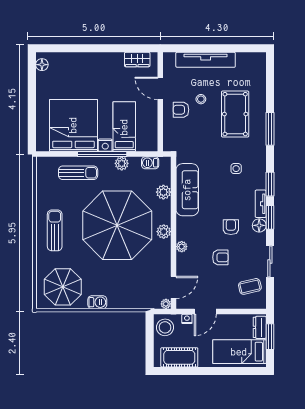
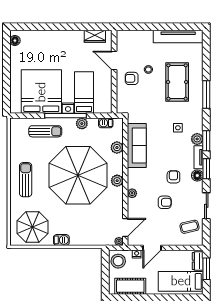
tv unit: (206, 60) -> (178, 36), moved
plant: (259, 182) -> (197, 139), added

